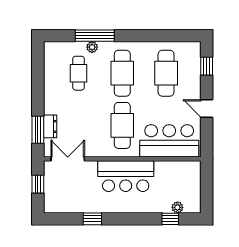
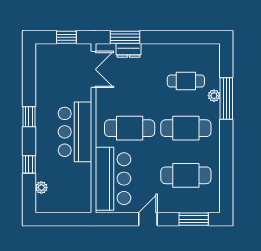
window: (207, 66) -> (194, 219), width x1.50
window: (92, 219) -> (29, 117), moved
window: (170, 219) -> (29, 164), moved

